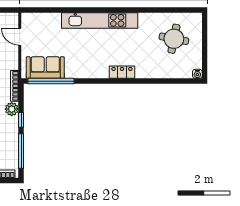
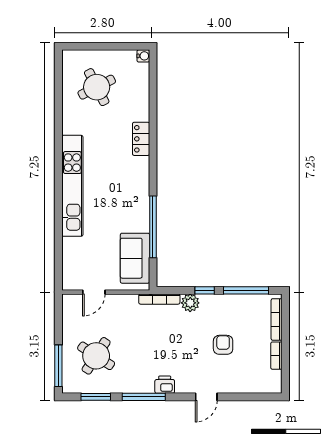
round table: (174, 39) -> (97, 87), turned -38
locker: (122, 72) -> (141, 139), moved
window: (51, 81) -> (153, 227), moved

